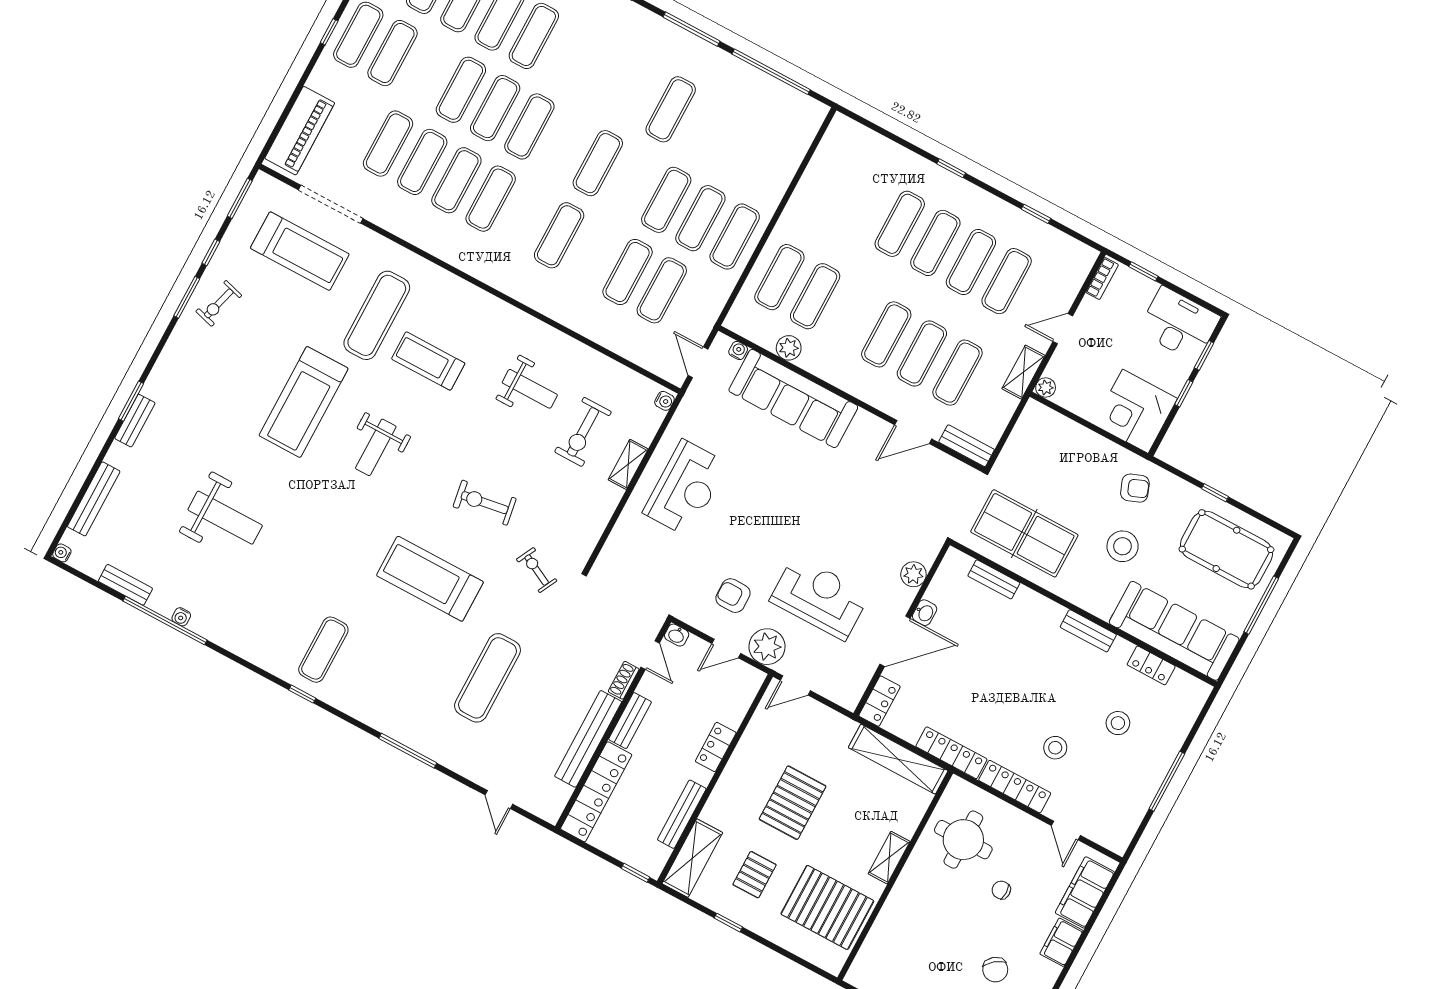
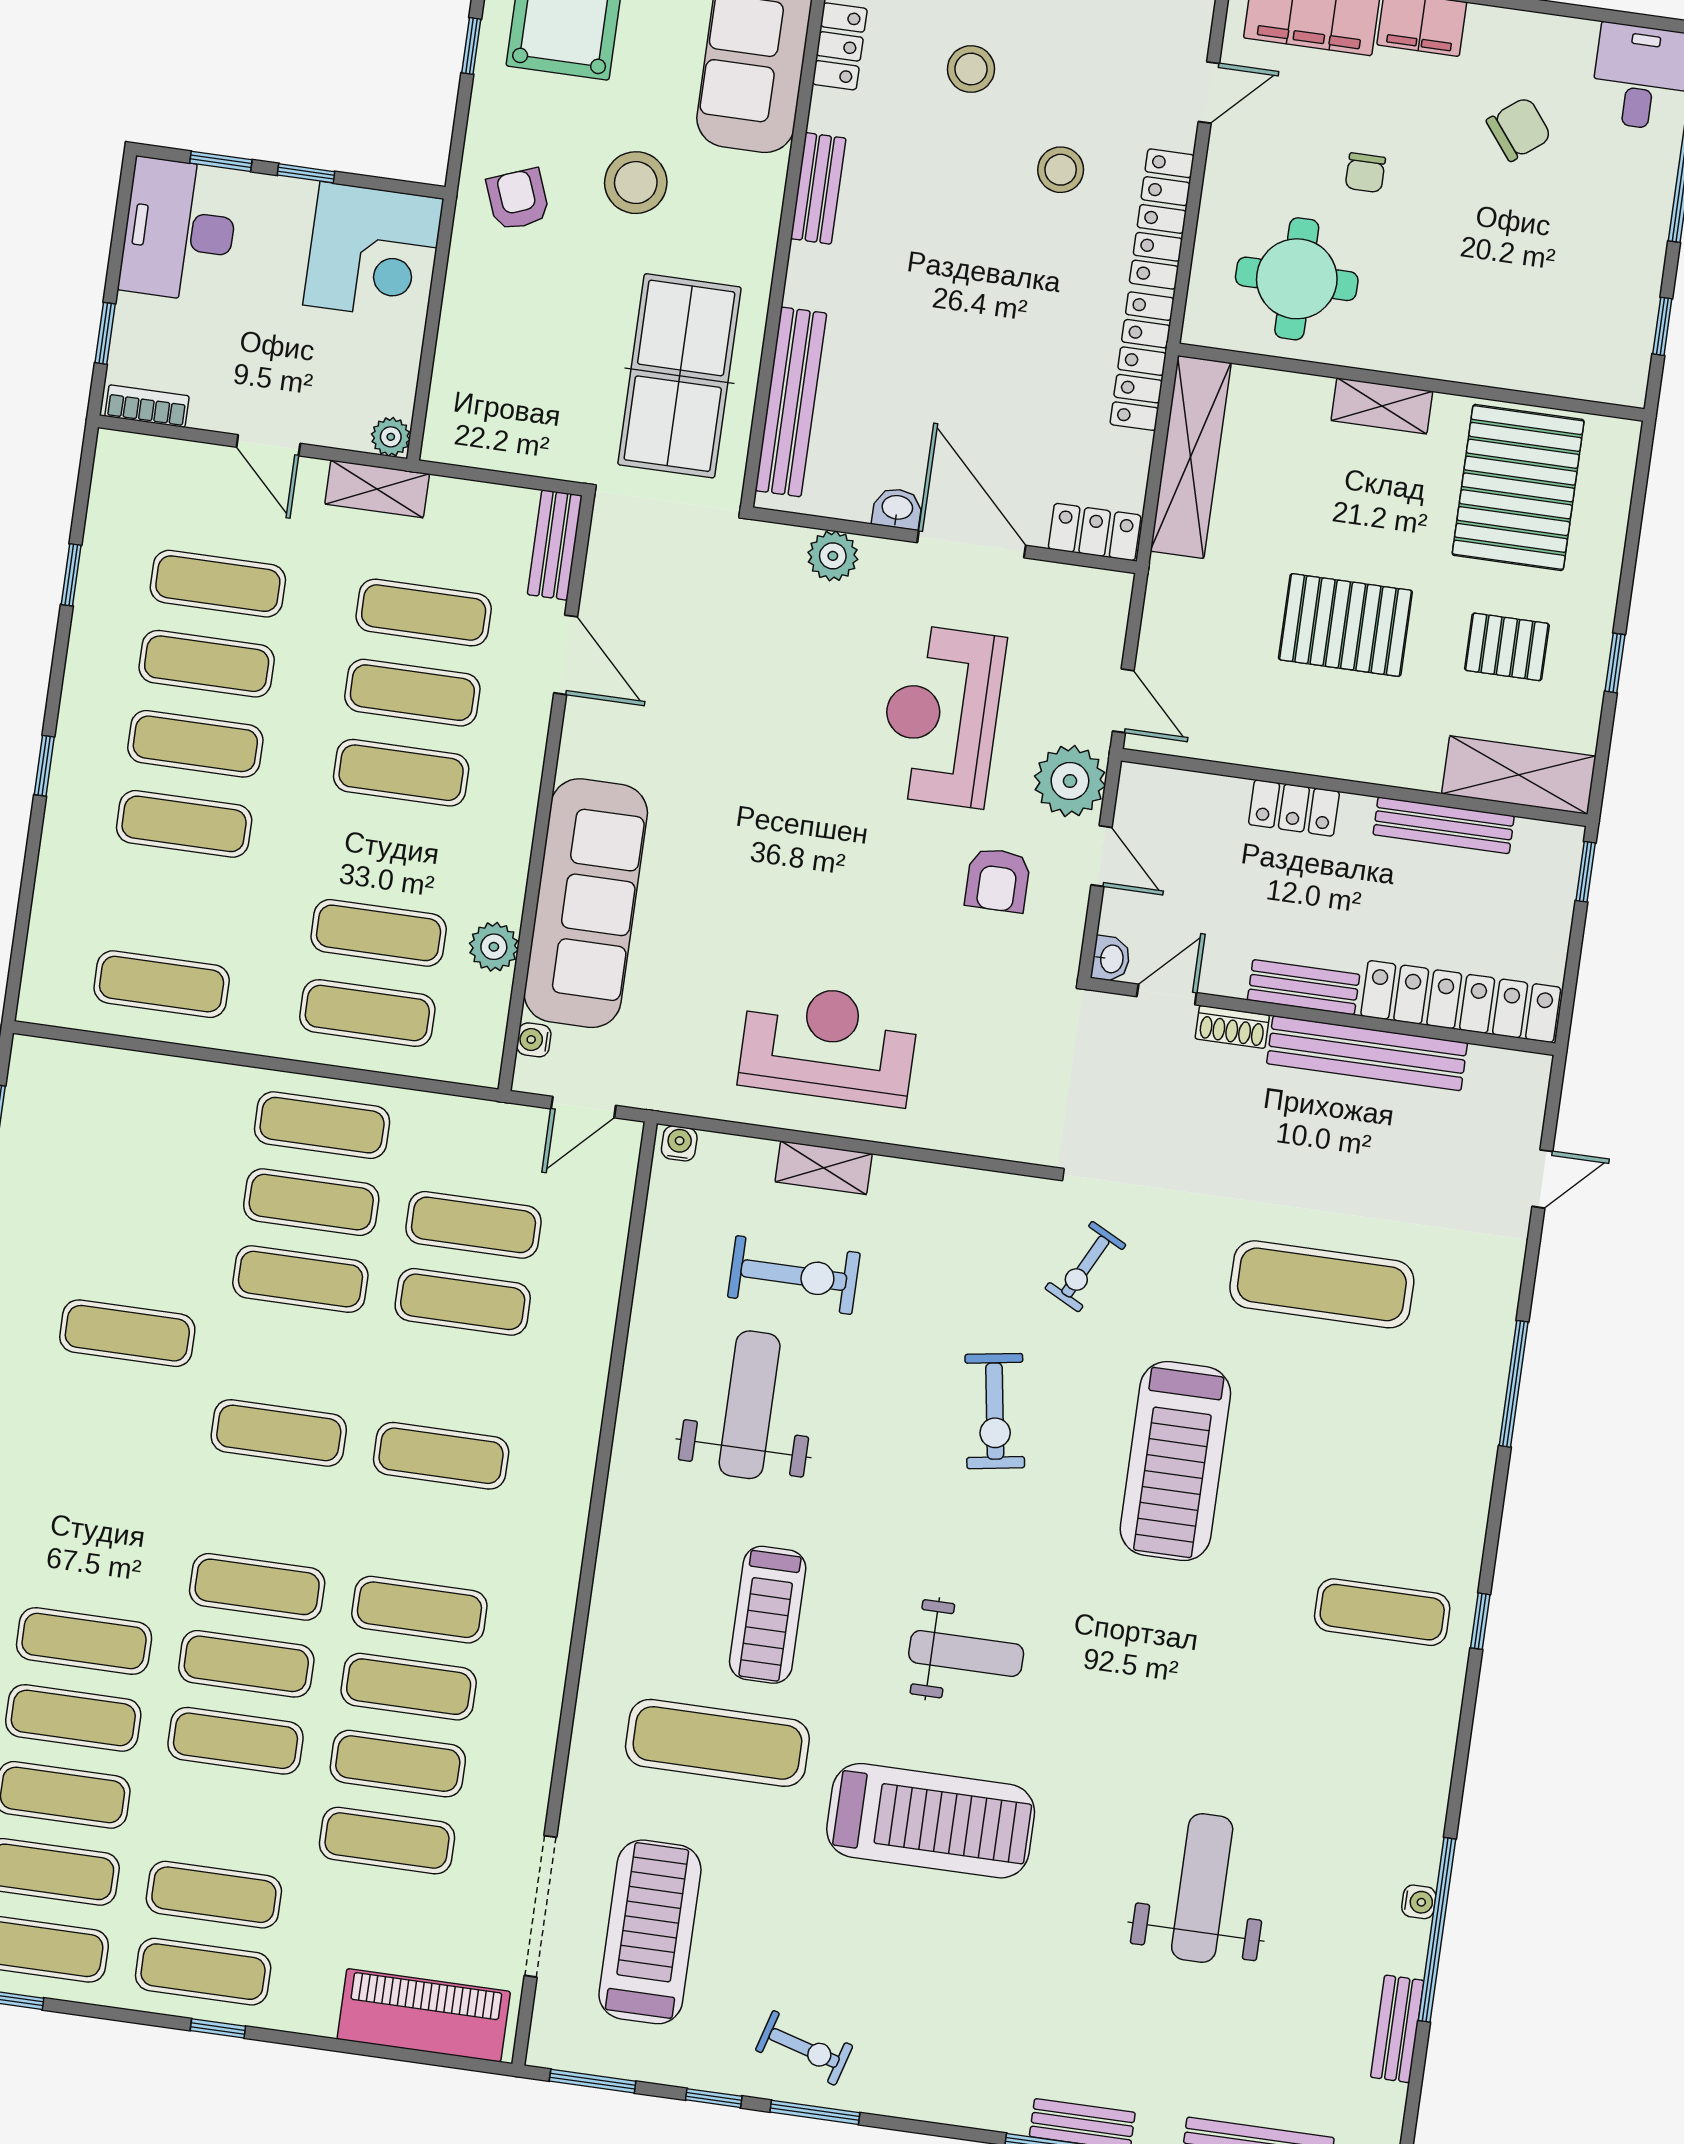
exercise mat: (828, 186) -> (162, 984), added
weight bench: (530, 389) -> (750, 1405), width x1.36, depth x1.33
bench: (994, 579) -> (791, 402), width x1.86, depth x1.21

